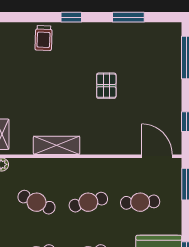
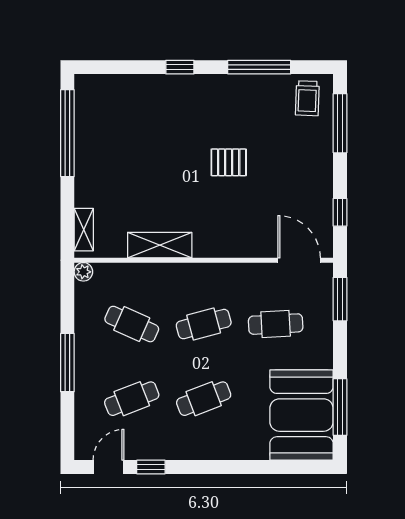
window: (128, 17) -> (259, 67), width x1.44
trolley: (44, 38) -> (307, 98), moved
pallet: (106, 86) -> (229, 162), turned 90

